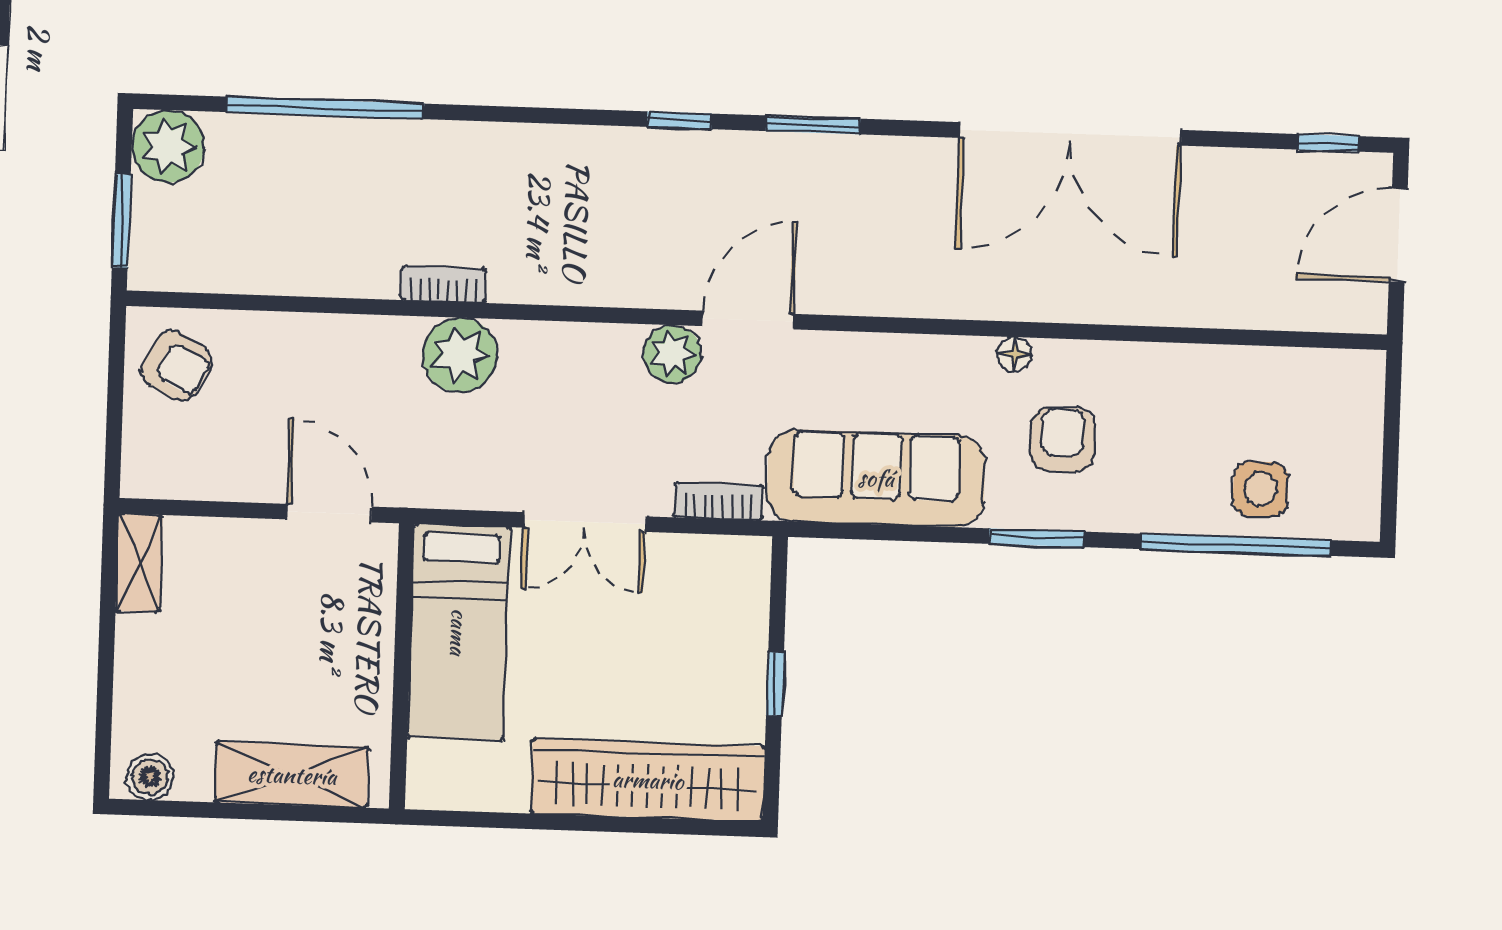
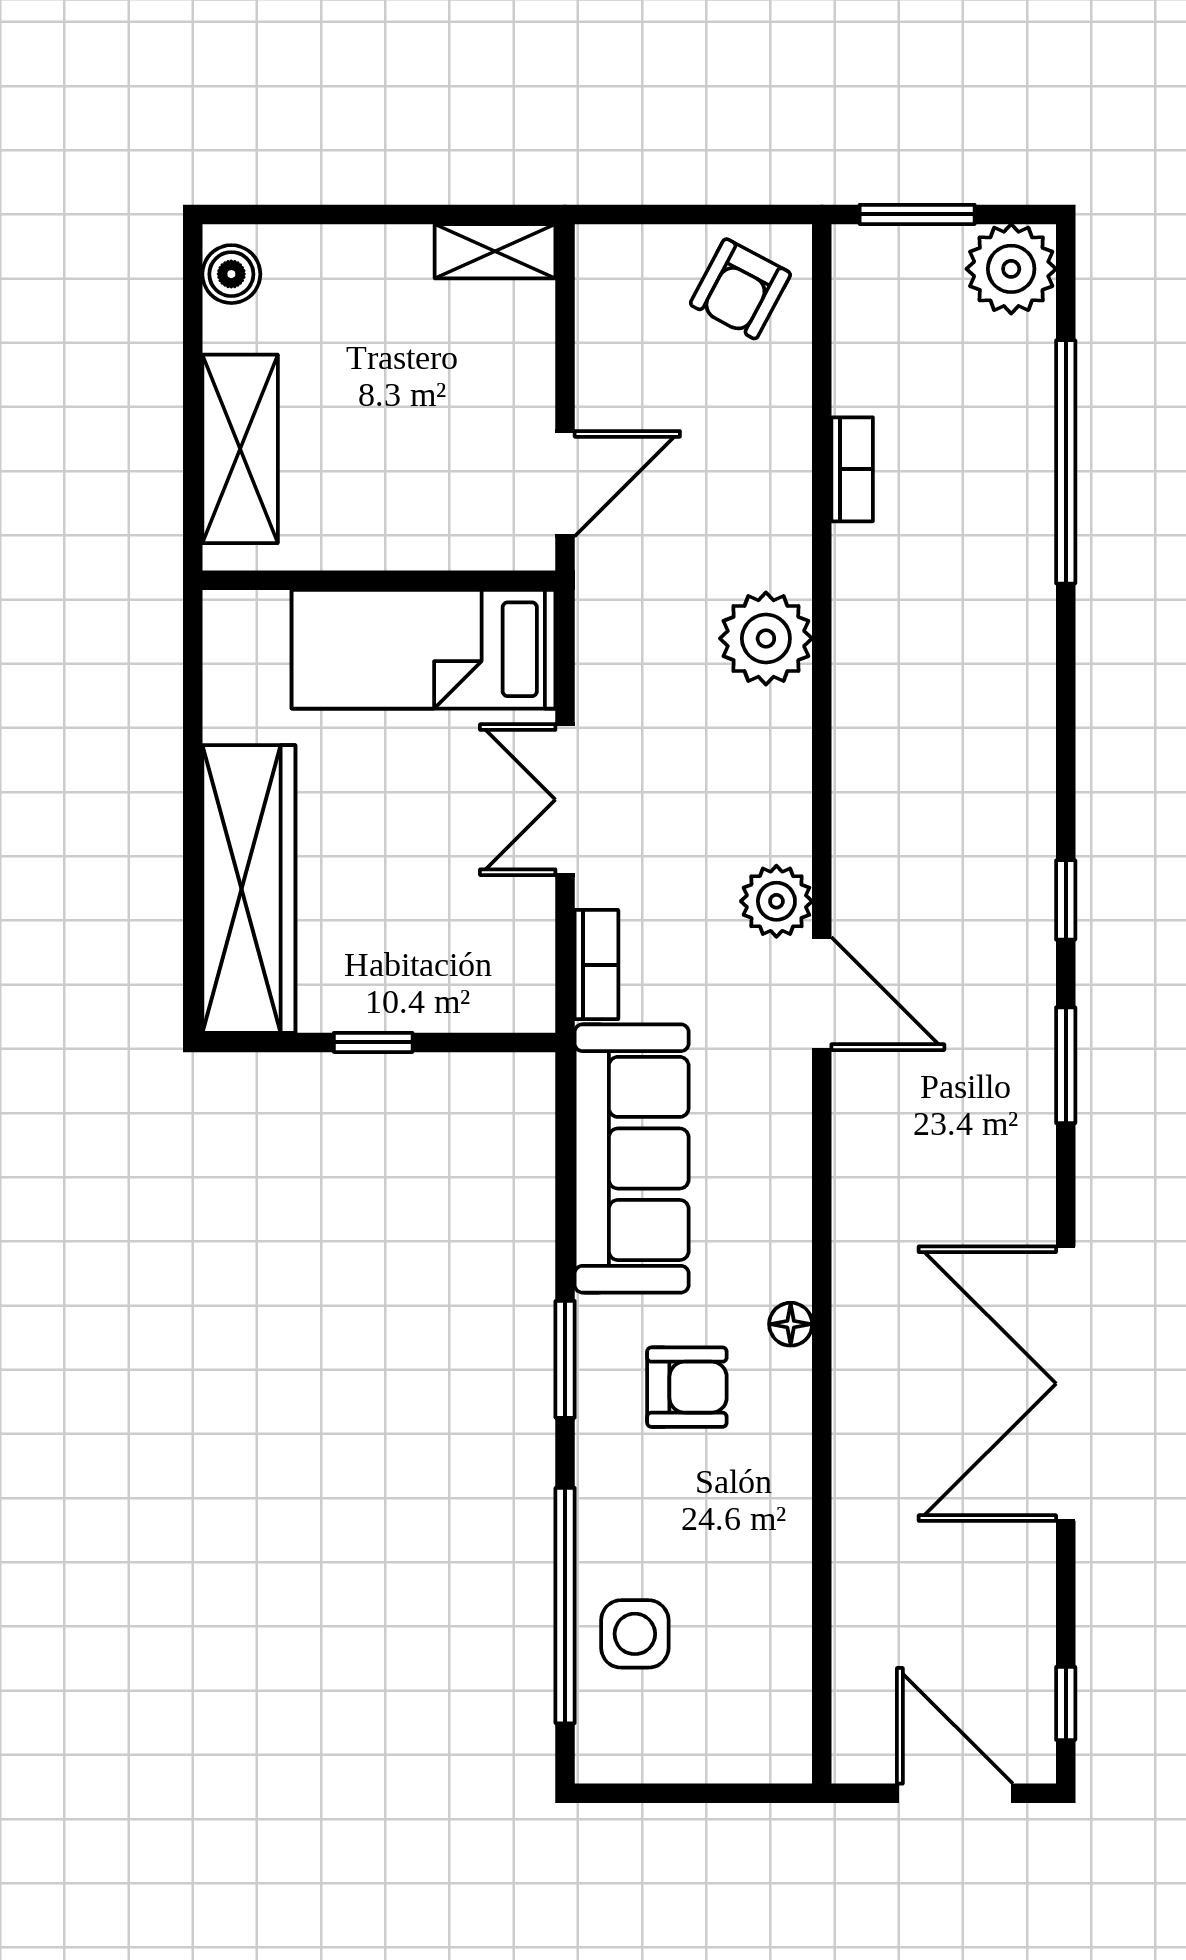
bookcase: (443, 285) -> (852, 469), moved

